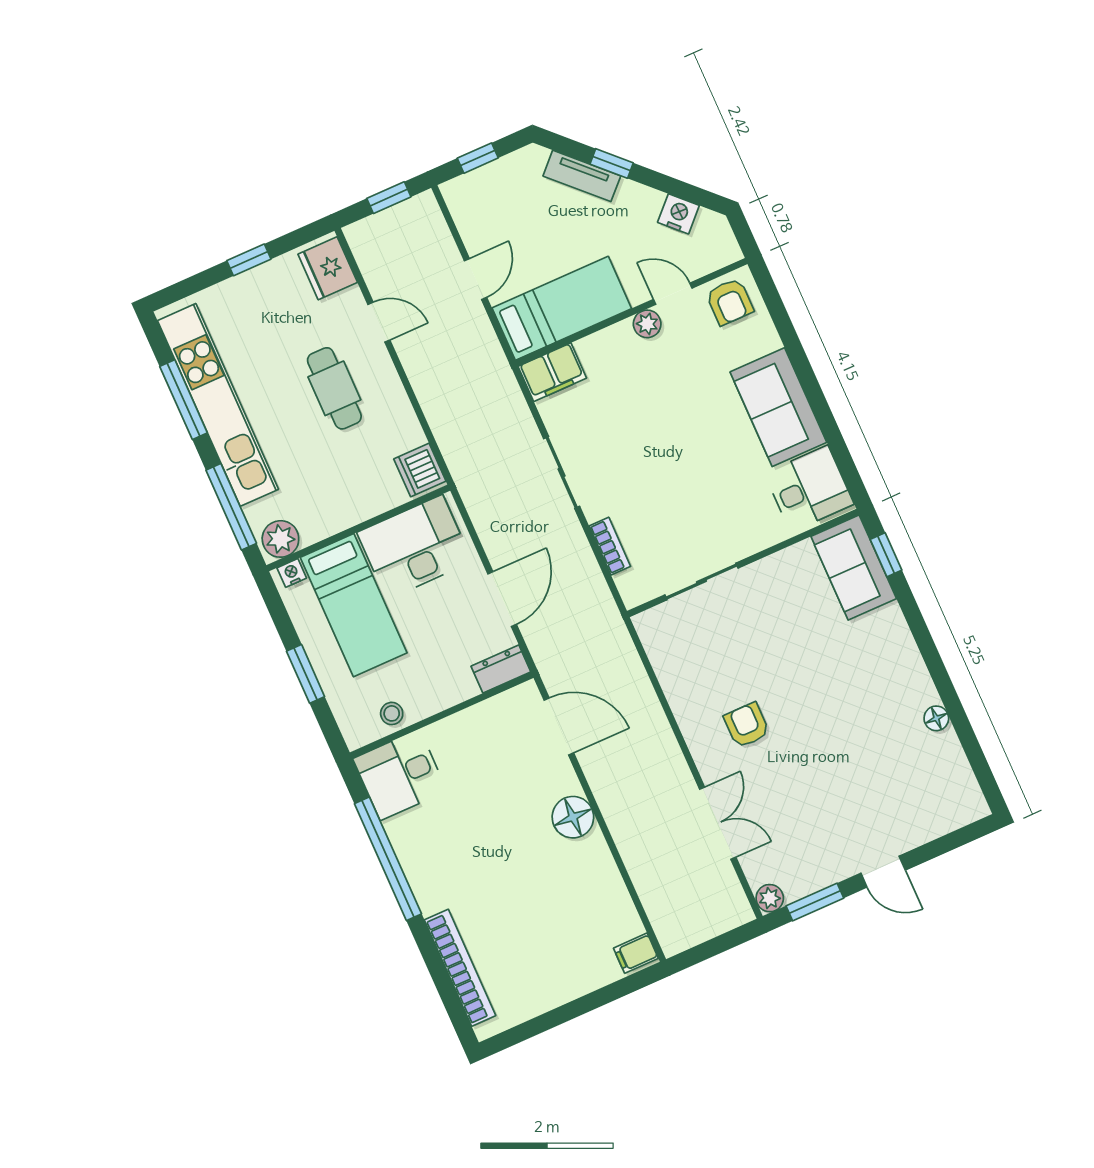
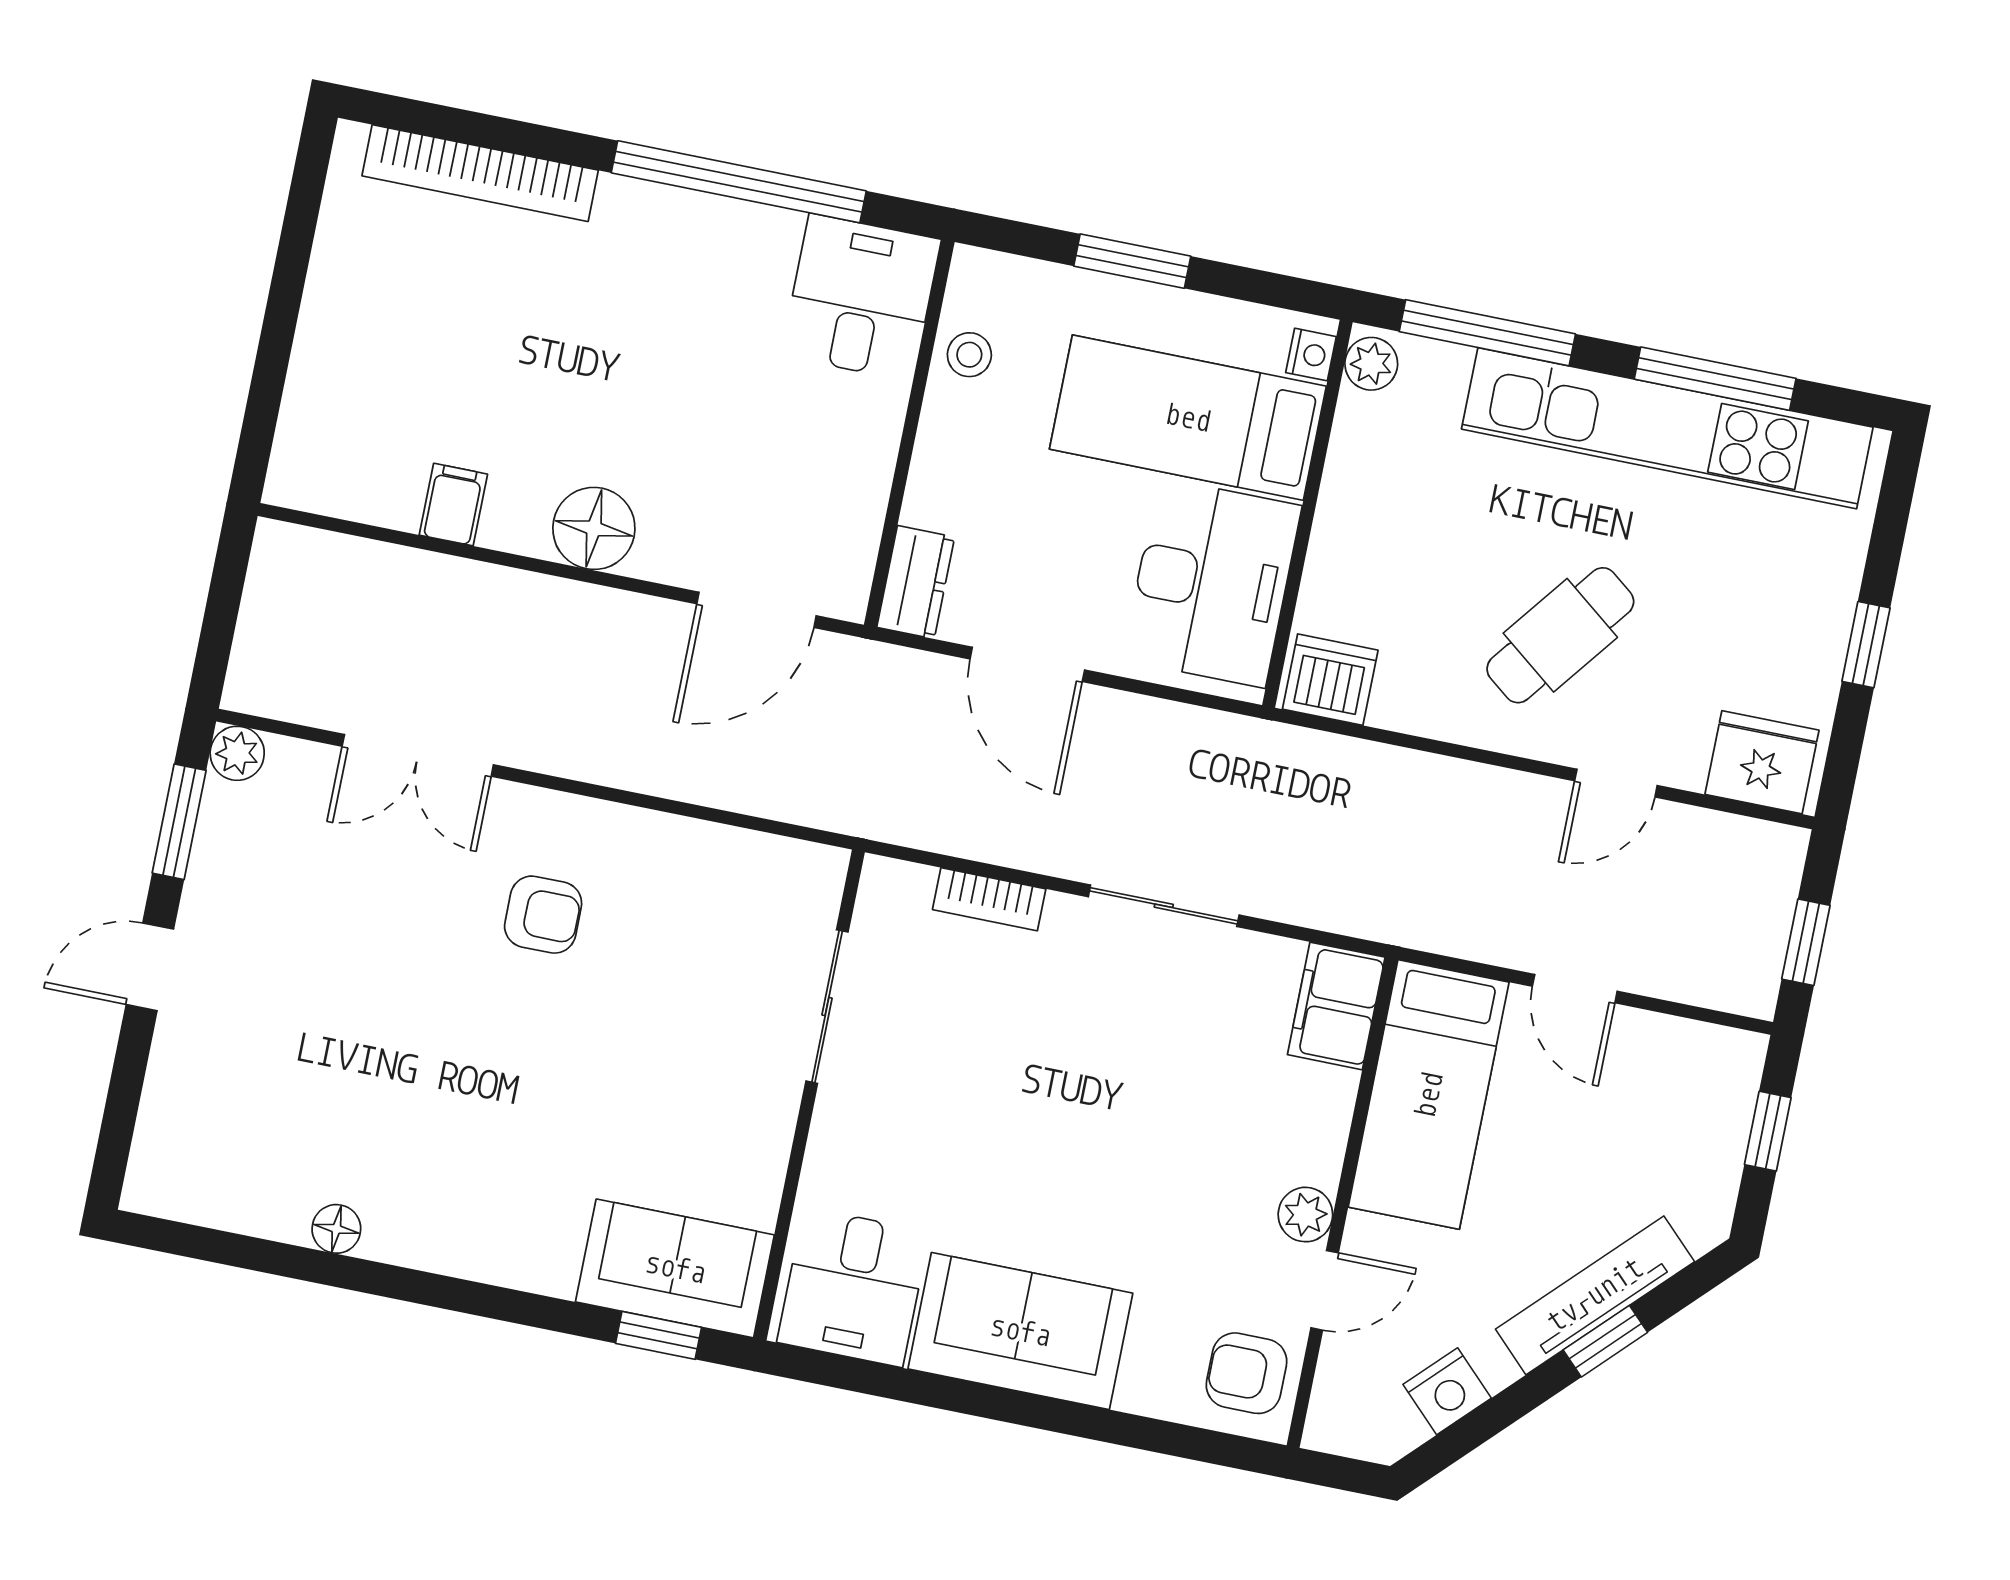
tv unit: (582, 176) -> (1595, 1295), width x1.41
cafe table: (334, 388) -> (1560, 635), turned -52
plant: (280, 539) -> (1371, 364), width x0.73, depth x0.73
filing cabinet: (636, 953) -> (453, 505), moved

